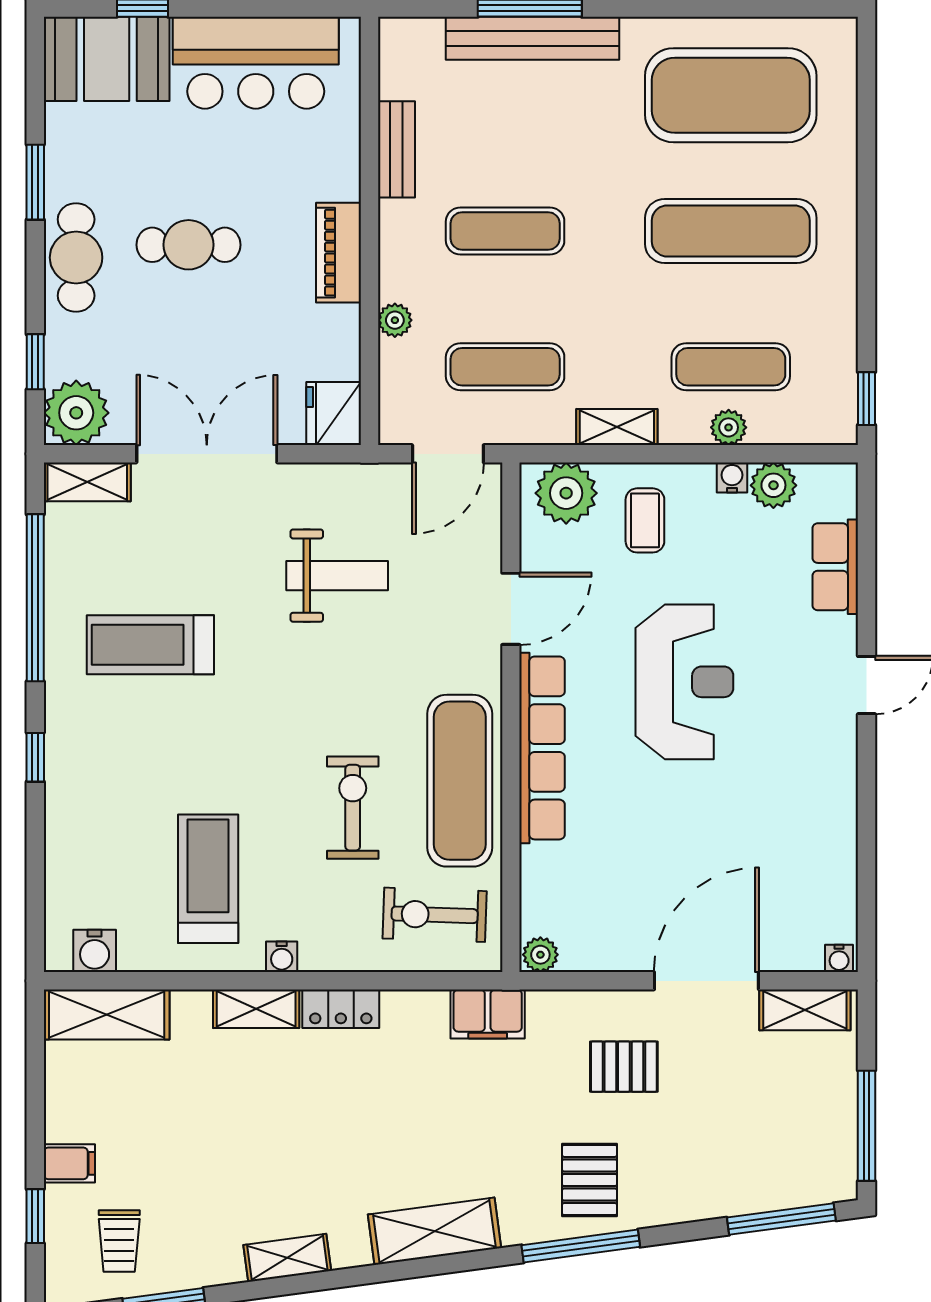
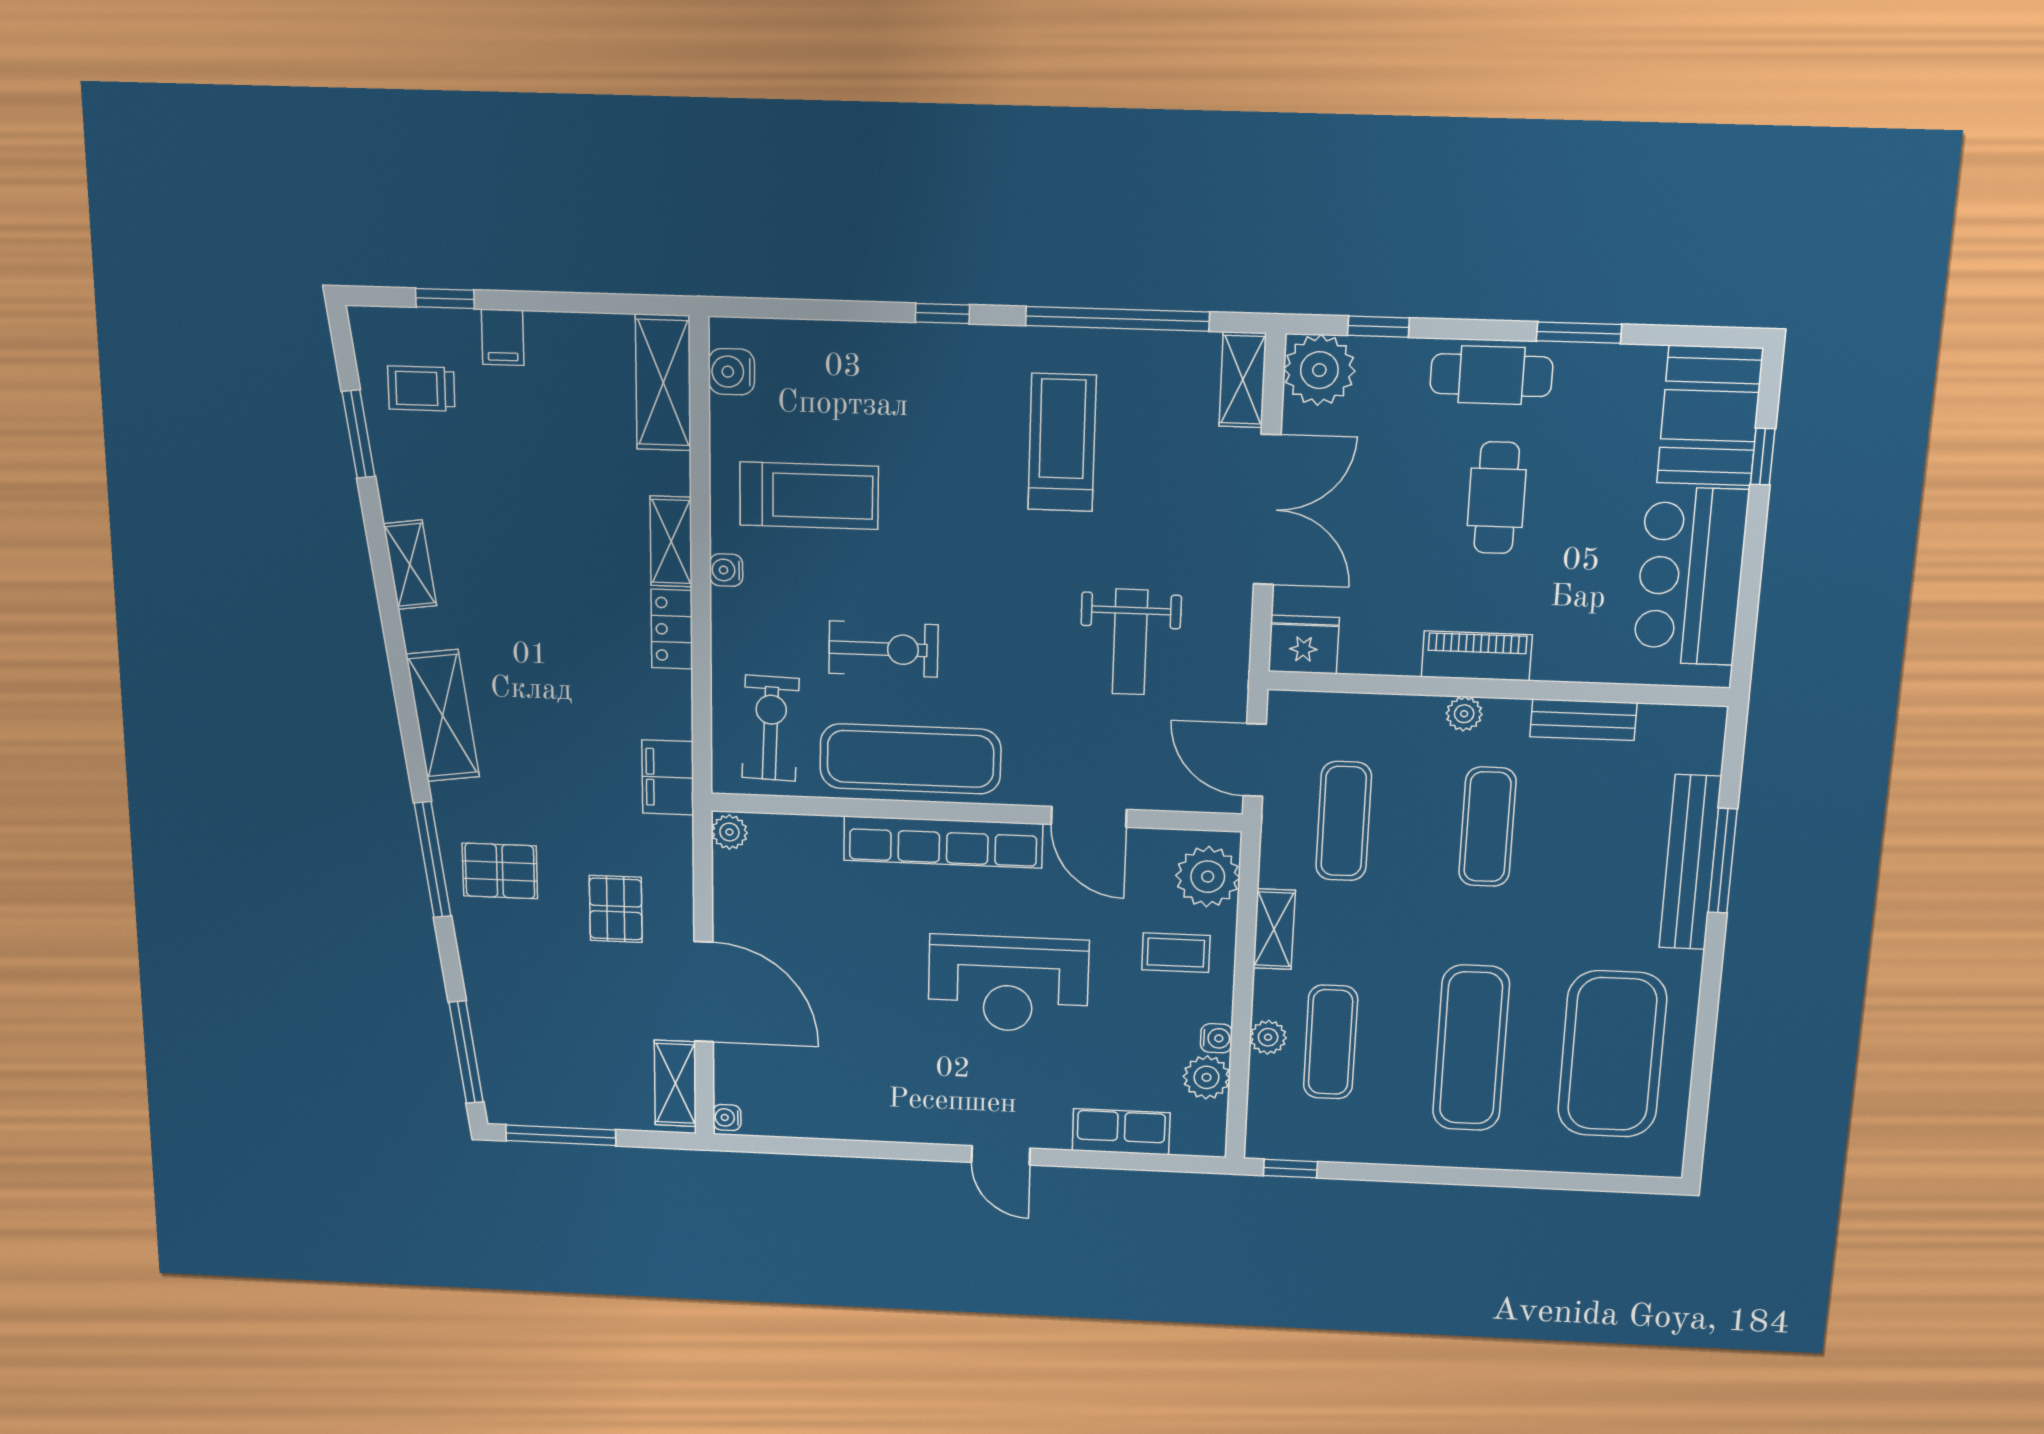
plant: (395, 320) -> (1464, 714), moved

